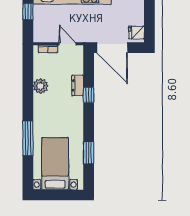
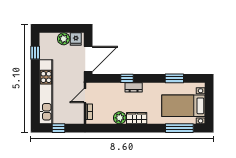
plant: (137, 18) -> (64, 39), added
dresser: (78, 85) -> (134, 87), moved
wardrobe: (40, 107) -> (137, 118), added
window: (28, 138) -> (179, 128), moved

